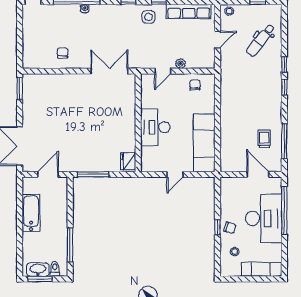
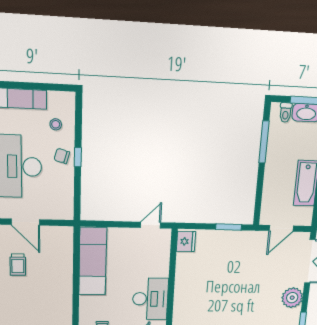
plant: (32, 113) -> (292, 298), added
desk: (155, 127) -> (150, 299), moved
window: (93, 174) -> (229, 227), width x0.69
door: (175, 174) -> (151, 225), moved

